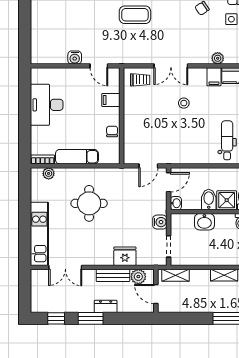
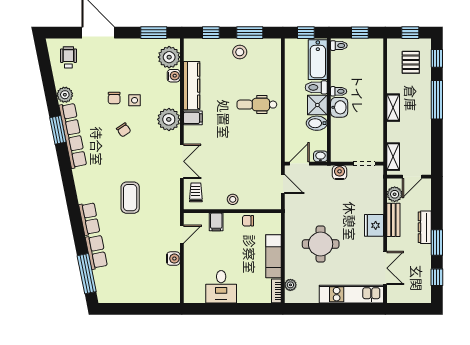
plant: (218, 58) -> (169, 119), width x1.87, depth x1.87
stool: (184, 103) -> (233, 199), moved
desk: (47, 105) -> (221, 287), width x0.73
door: (169, 182) -> (299, 164), hinge flipped
washbasin: (204, 222) -> (339, 107), moved
fridge: (125, 256) -> (374, 225), moved
dresser: (106, 306) -> (425, 227), width x1.44

